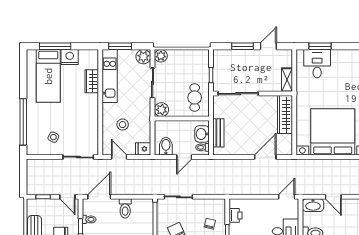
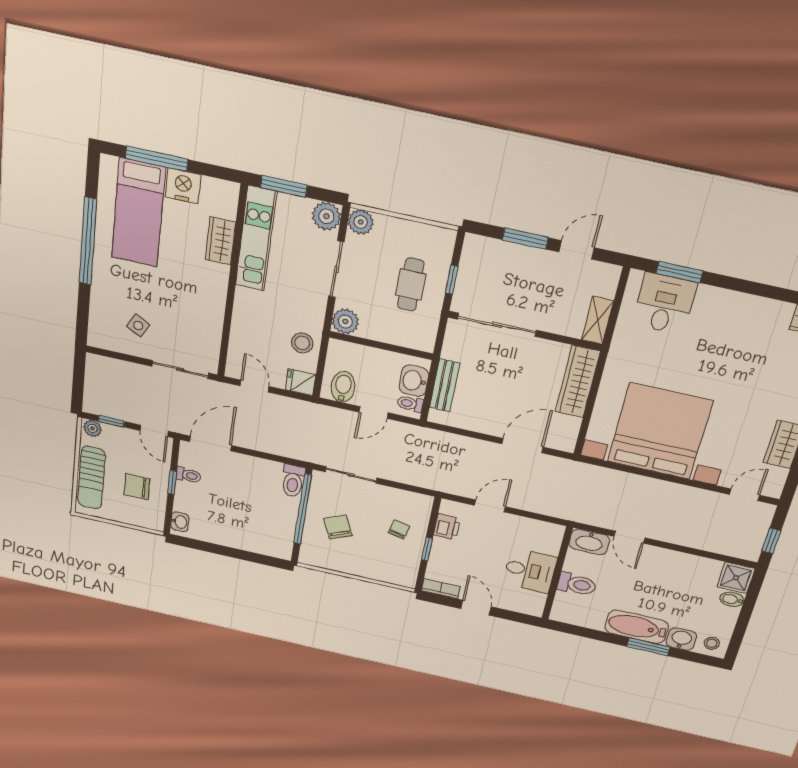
cafe table: (195, 98) -> (411, 285), moved
window: (23, 122) -> (88, 241), moved
stool: (123, 125) -> (302, 343), moved
door: (287, 197) -> (490, 506), moved
plant: (33, 204) -> (93, 428), added
toilet: (125, 208) -> (293, 481), moved

